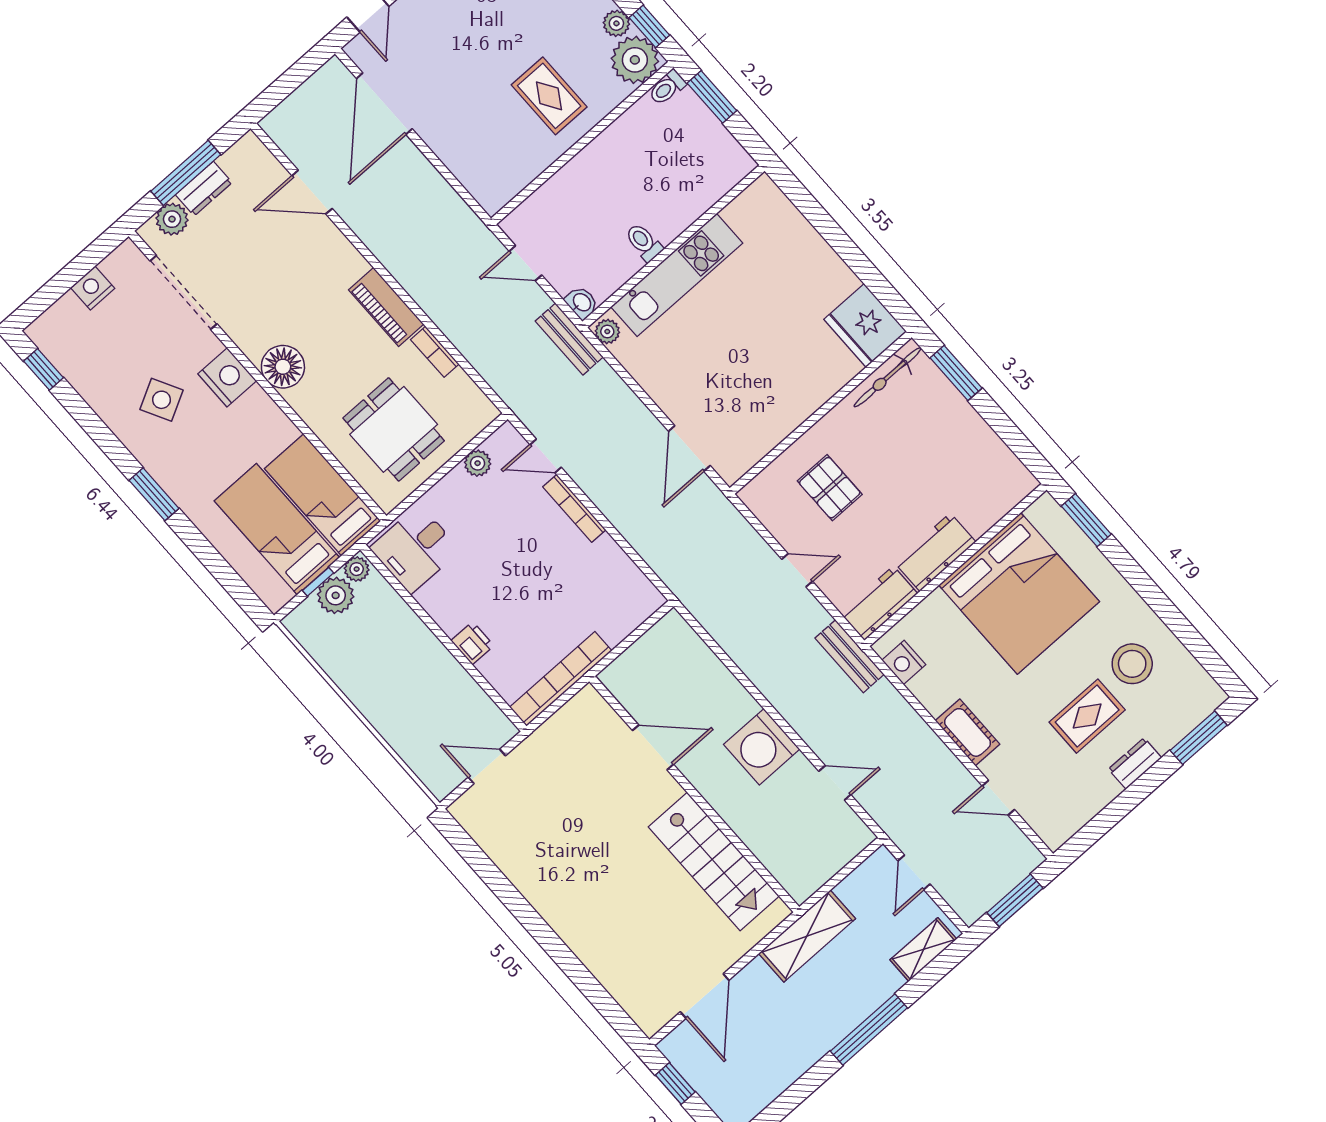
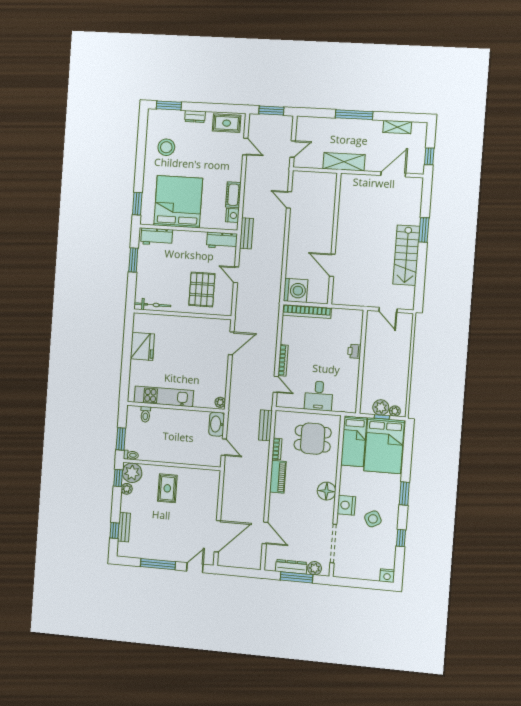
dresser: (204, 189) -> (291, 567), width x1.44
toilet: (644, 242) -> (145, 414), moved
kitchen unit: (677, 275) -> (164, 396), moved
nightstand: (93, 288) -> (387, 576), moved
washbasin: (581, 303) -> (217, 424), width x1.91, depth x1.45
fridge: (865, 325) -> (142, 346), moved
bench: (569, 339) -> (265, 425), moved
window: (44, 369) -> (401, 538), moved
window: (956, 373) -> (133, 260), moved
dining table: (394, 429) -> (313, 439), turned 90
plant: (478, 463) -> (298, 403), removed
pallet: (830, 488) -> (202, 289), width x1.50, depth x1.42
bed: (277, 529) -> (384, 446), width x1.50
desk: (415, 549) -> (319, 396), moved, turned 90
workbench: (935, 552) -> (157, 237), moved
plant: (357, 569) -> (395, 411), moved
bookcase: (561, 679) -> (307, 312), moved
rug: (1087, 716) -> (227, 123), moved
cot: (968, 732) -> (233, 195), moved
washing machine: (762, 747) -> (296, 290), moved
stairs: (714, 861) -> (406, 255), moved, turned 180
shelving: (923, 950) -> (397, 127), moved
window: (562, 955) -> (424, 230), added

